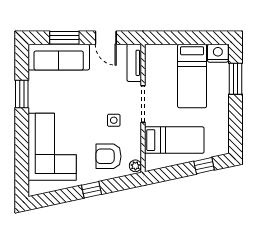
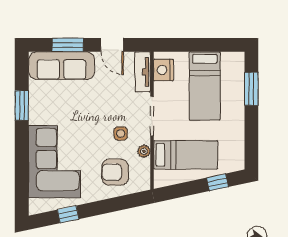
nightstand: (218, 53) -> (164, 70), moved, turned -90
plant: (135, 166) -> (144, 151), moved
window: (92, 190) -> (68, 214), moved

